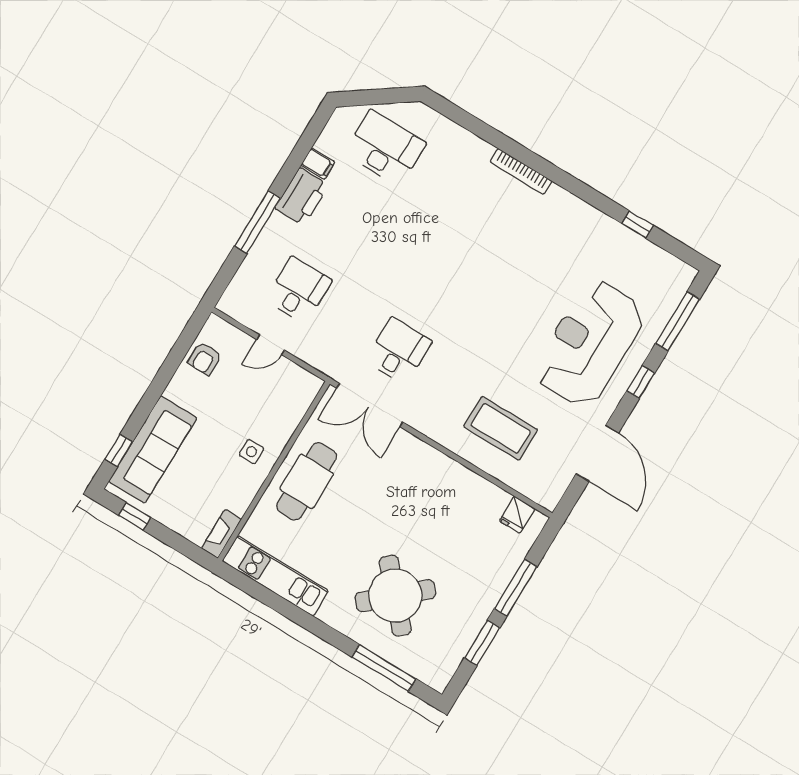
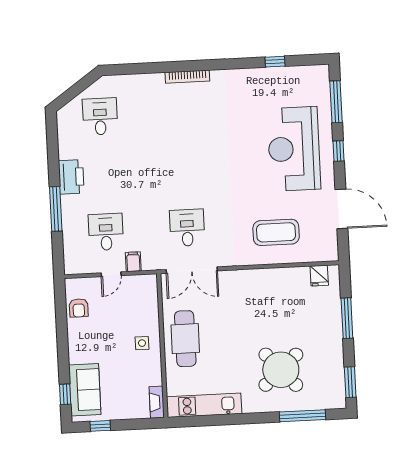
desk: (385, 148) -> (100, 116), width x0.73
filing cabinet: (318, 164) -> (133, 262), moved, turned -90
sofa: (153, 449) -> (85, 390), width x0.73
window: (482, 643) -> (350, 382), moved

